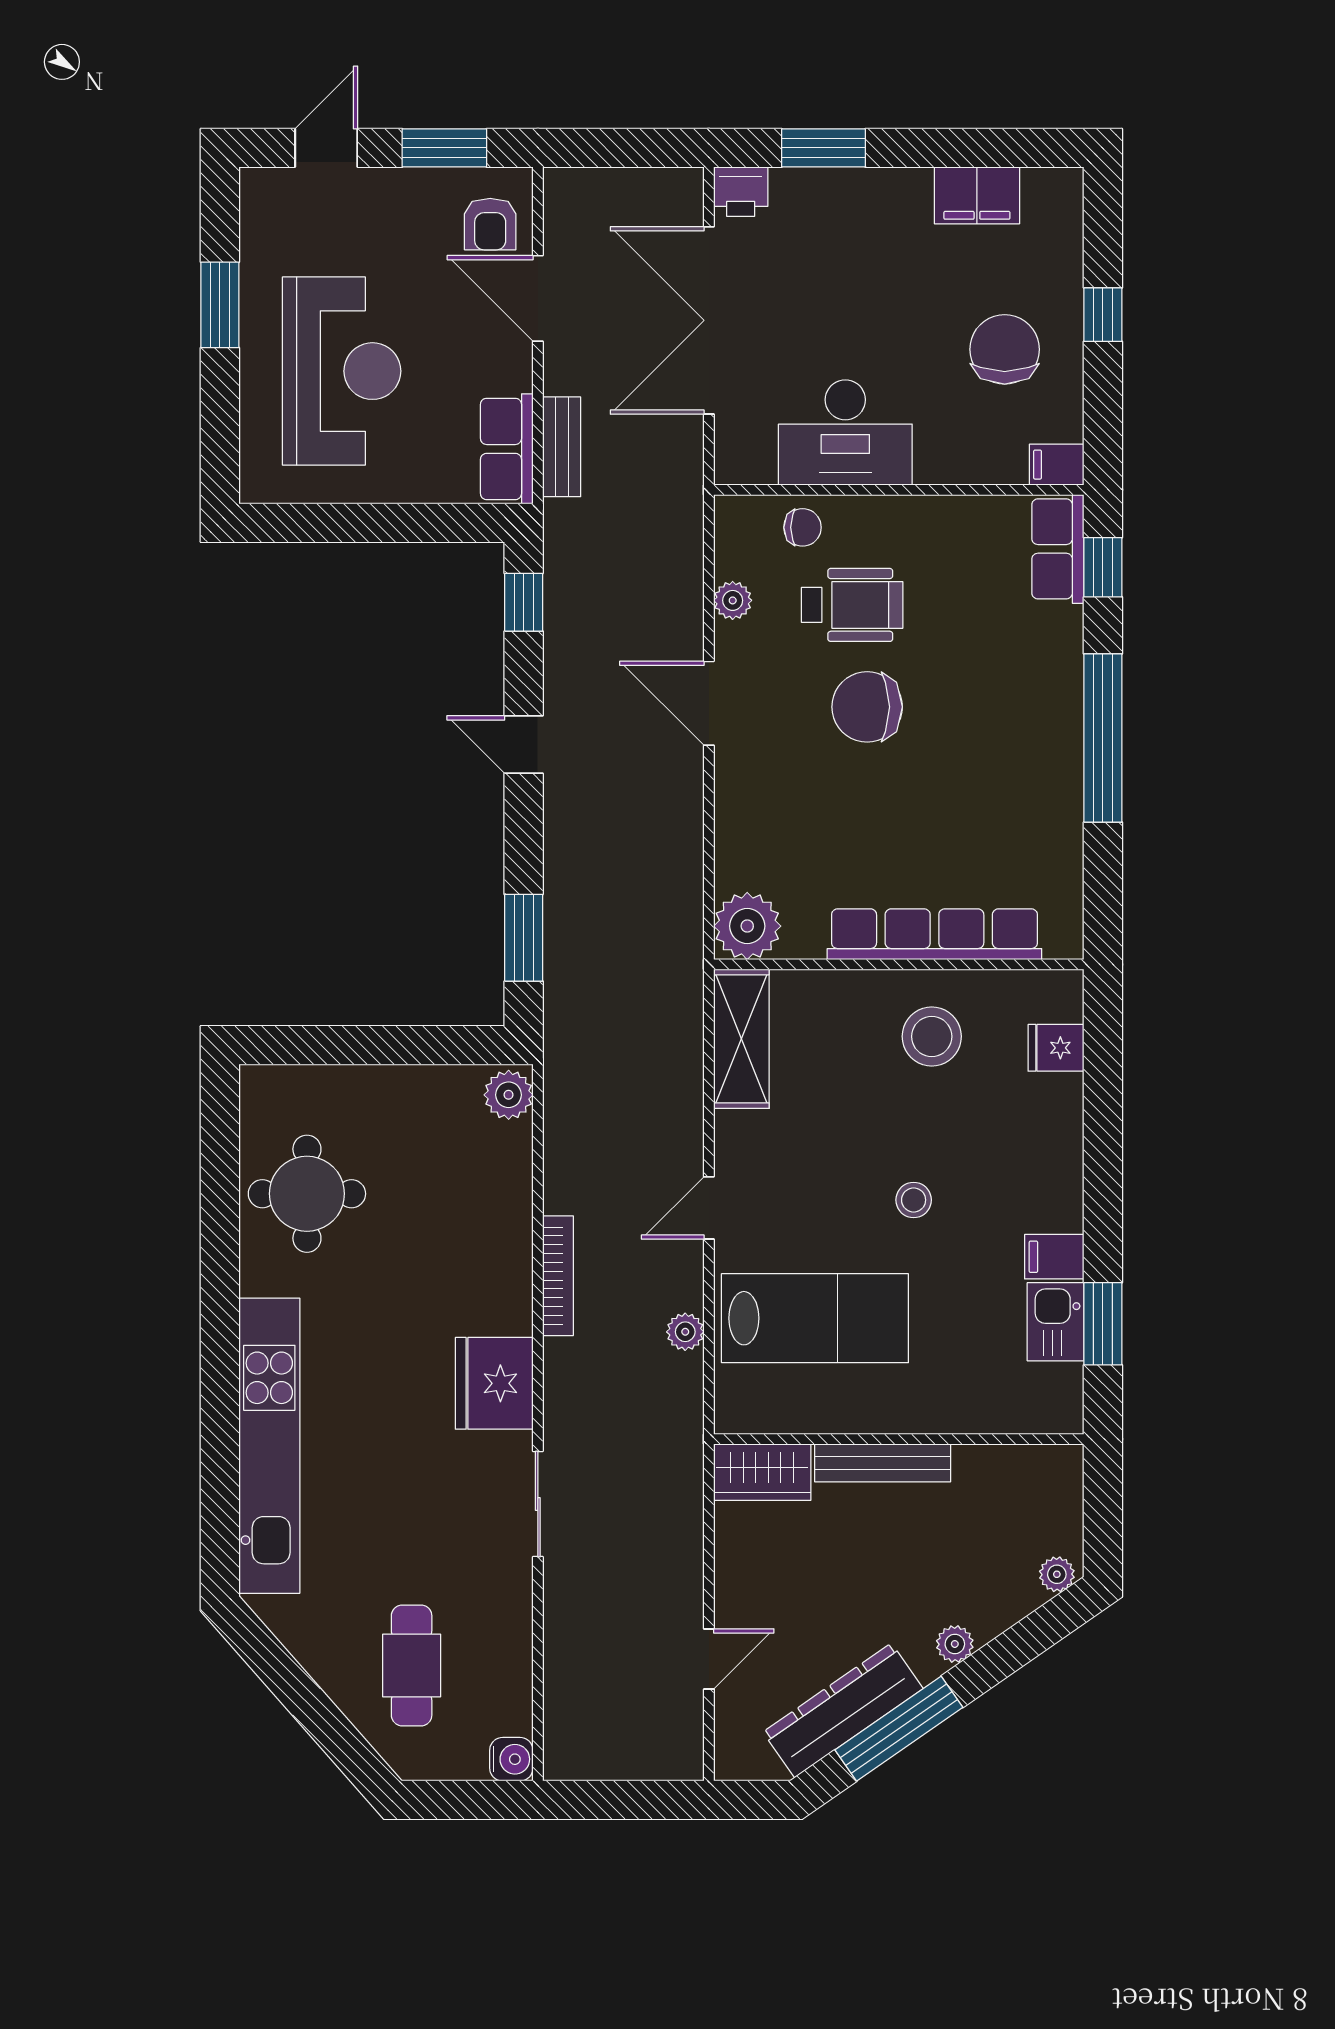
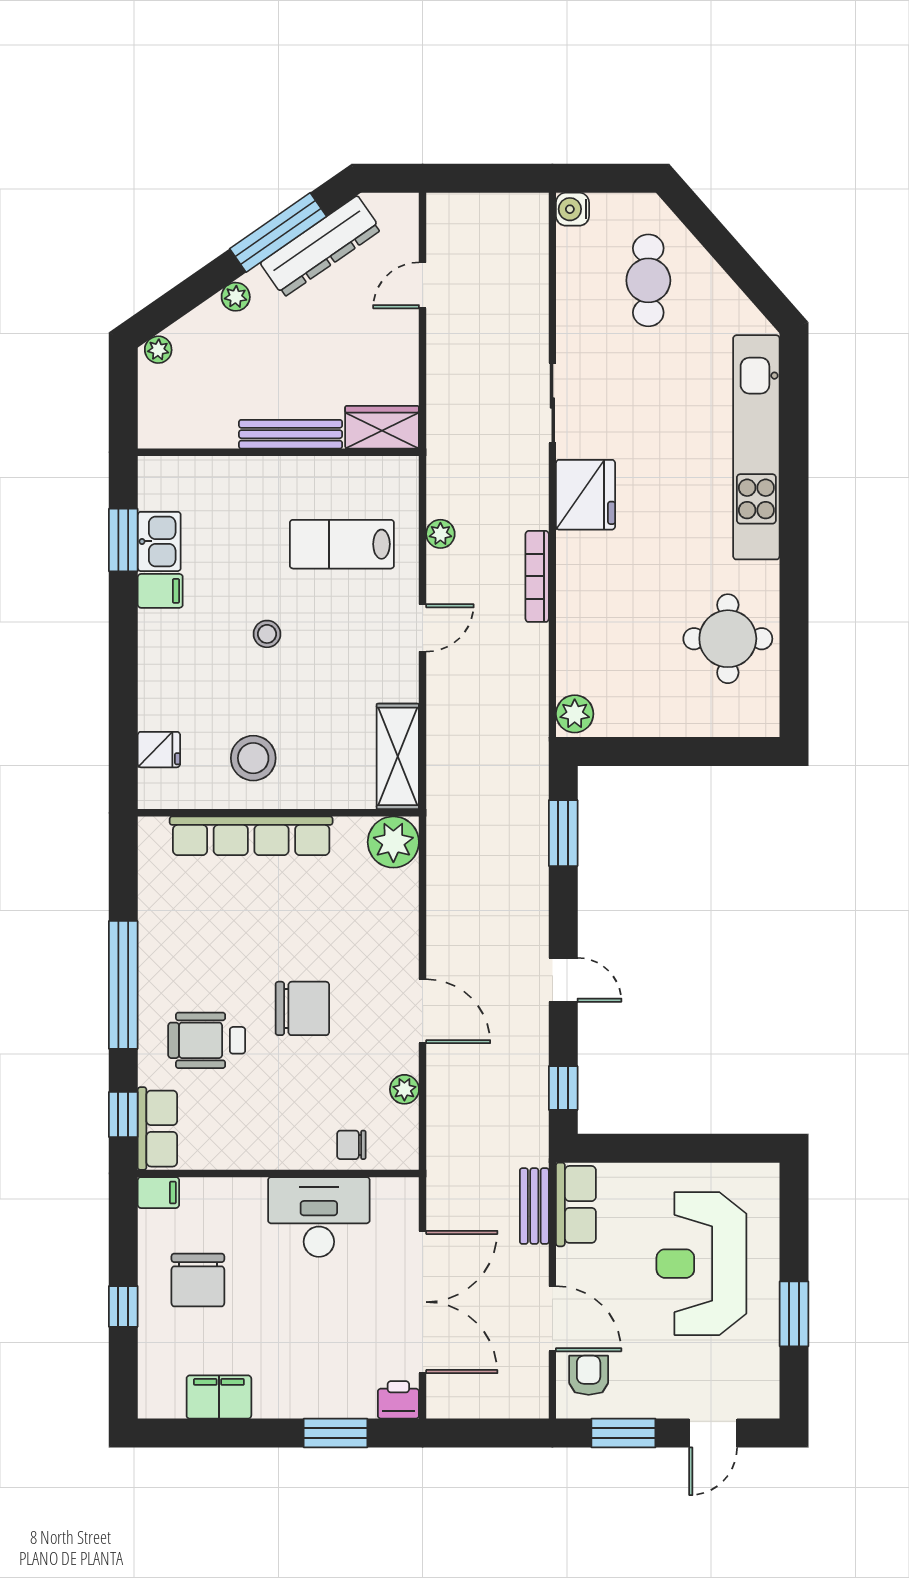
wheelchair: (852, 605) -> (207, 1040), moved
lab bench: (815, 1318) -> (342, 544), width x0.73, depth x0.72

